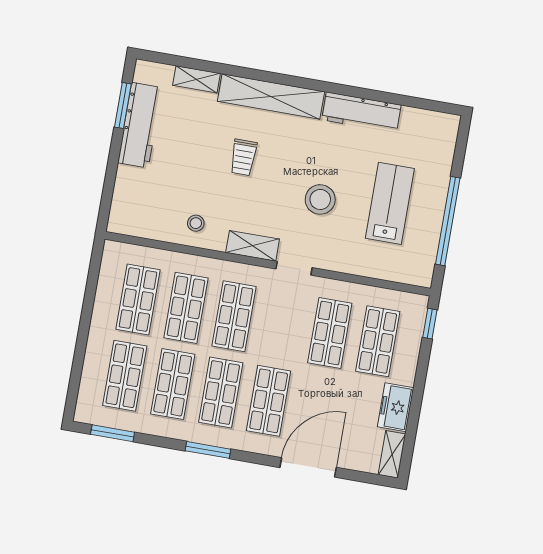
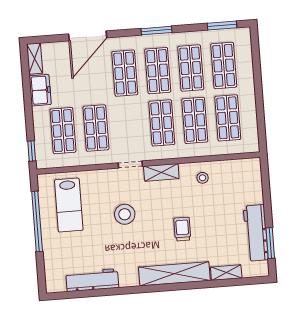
workbench: (361, 112) -> (92, 280), moved
lab bench: (390, 203) -> (69, 205), moved

